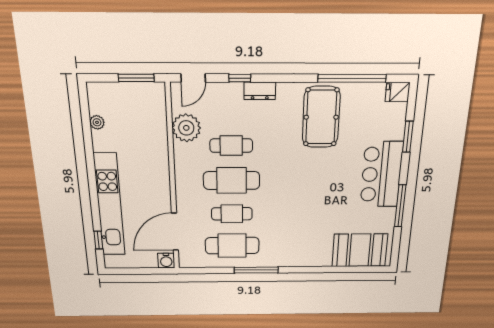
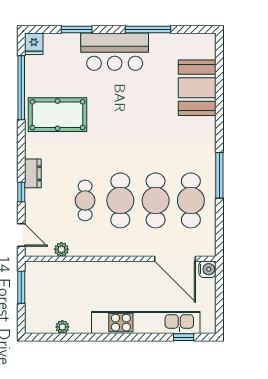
plant: (186, 128) -> (61, 249), width x0.53, depth x0.53
cafe table: (232, 214) -> (156, 200), width x1.37, depth x1.35
booth: (360, 250) -> (197, 88), moved

